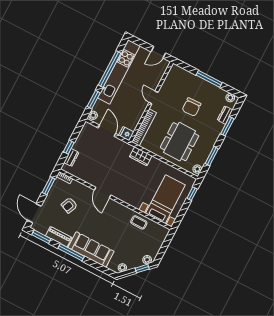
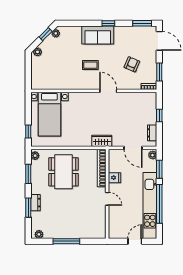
door: (158, 52) -> (135, 241), moved
chair: (191, 107) -> (69, 208), removed
dresser: (225, 115) -> (36, 203), moved
fridge: (126, 134) -> (115, 178), moved
wardrobe: (141, 156) -> (102, 141), moved
dresser: (71, 157) -> (152, 133), moved
coffee table: (139, 222) -> (90, 65), moved
piano: (59, 237) -> (127, 31), removed
sofa: (91, 249) -> (98, 35), width x0.73
window: (71, 252) -> (108, 23), width x0.46
window: (142, 269) -> (46, 34), moved

